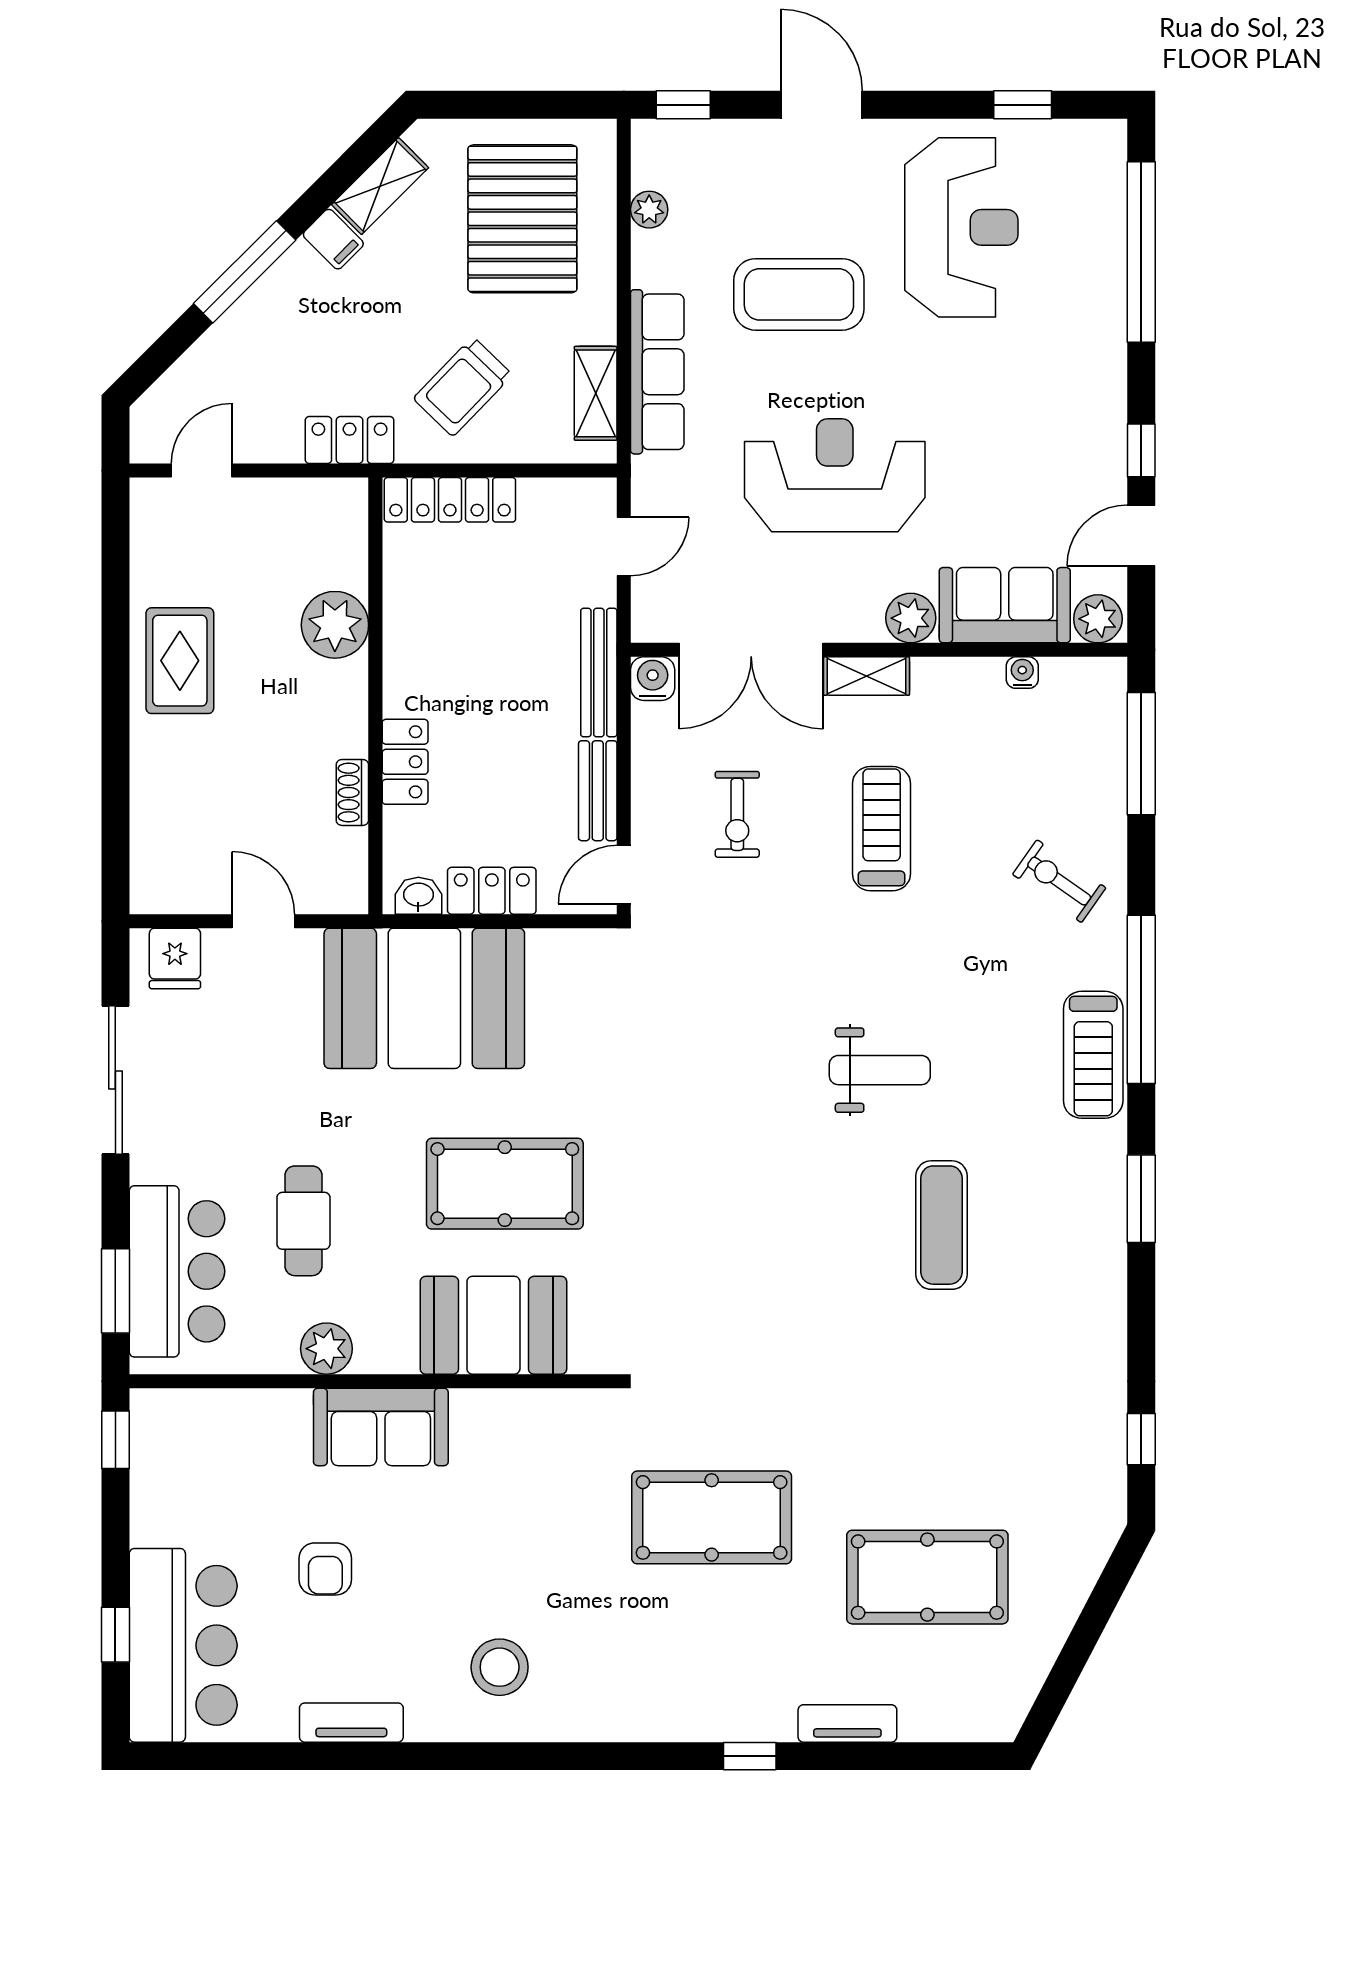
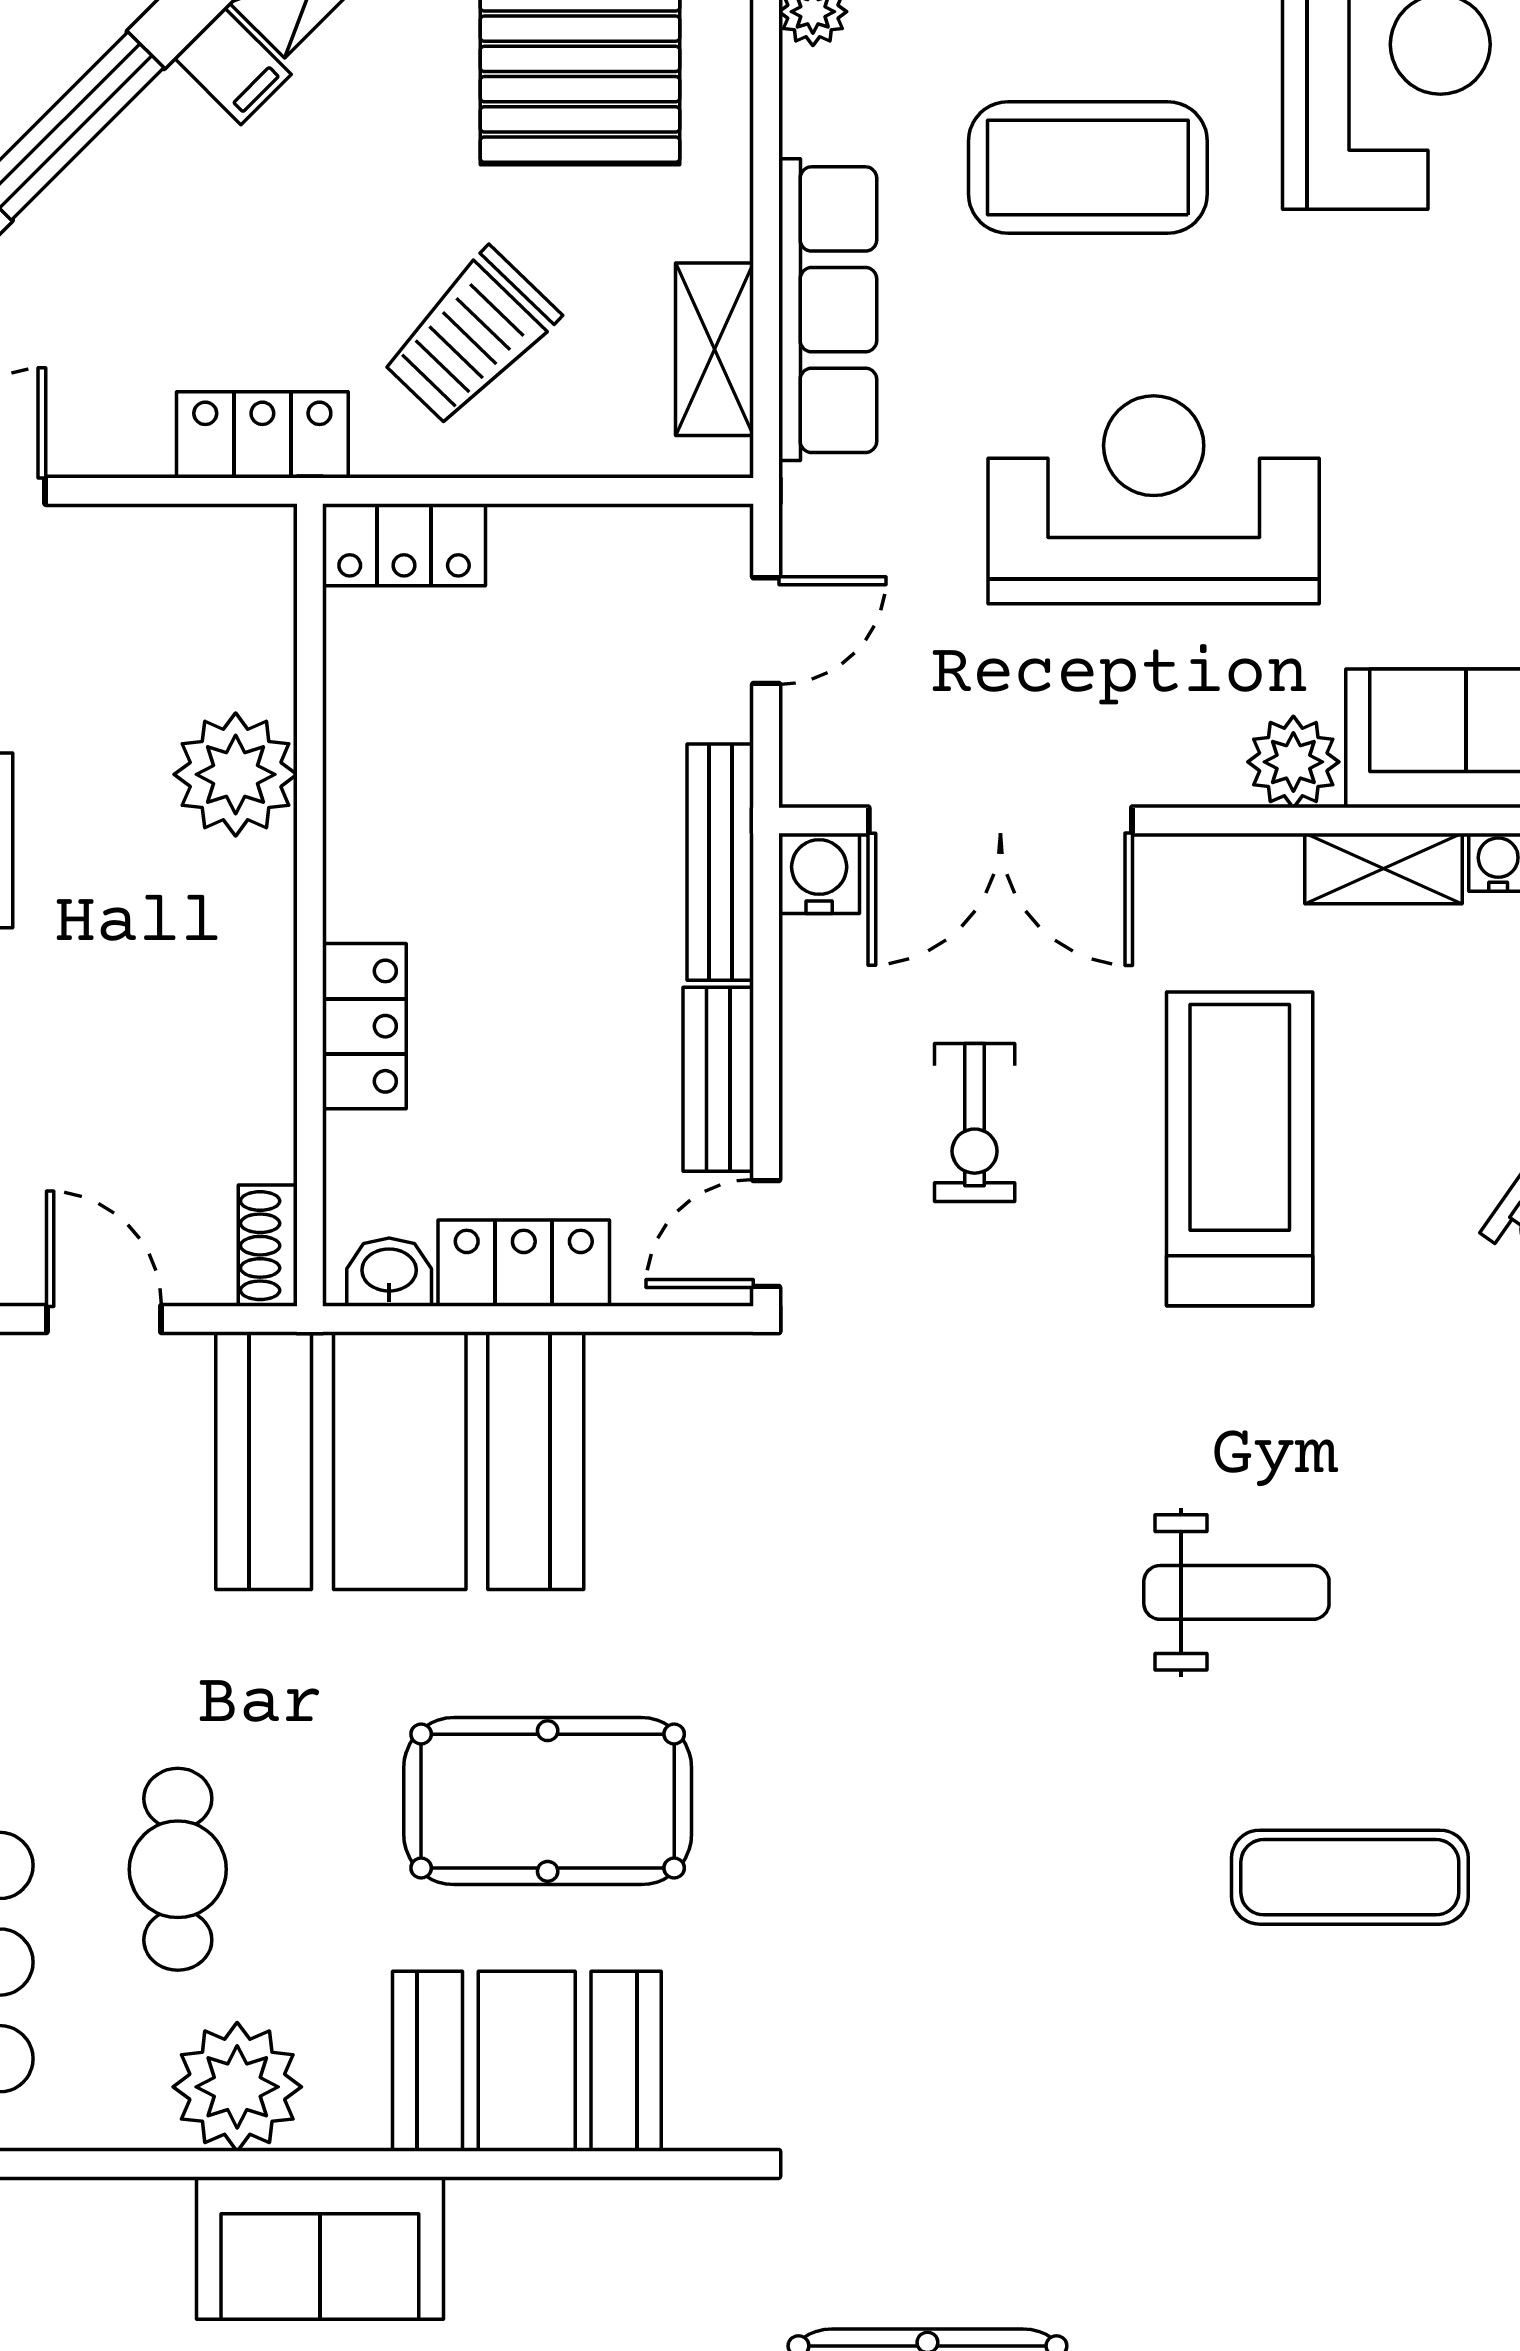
locker: (450, 500) -> (404, 545), width x0.66
shelving: (866, 676) -> (1384, 869), moved
shoe rack: (352, 792) -> (268, 1246), moved
treadmill: (882, 829) -> (1240, 1149), width x1.37, depth x1.38
exercise mat: (942, 1225) -> (1350, 1877), turned 90
plant: (326, 1349) -> (237, 2087), width x1.36, depth x1.36

